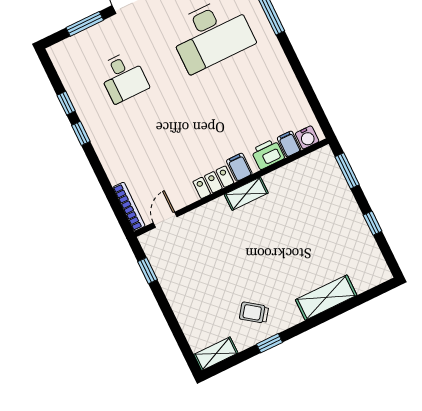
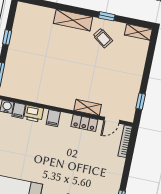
locker: (213, 182) -> (84, 123), moved
shelving: (246, 194) -> (88, 107), moved
shelving: (326, 297) -> (73, 20), moved

